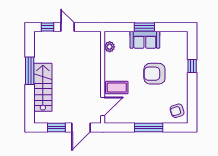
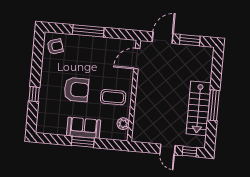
stairs: (43, 87) -> (199, 108), moved
coffee table: (117, 88) -> (113, 97), moved

